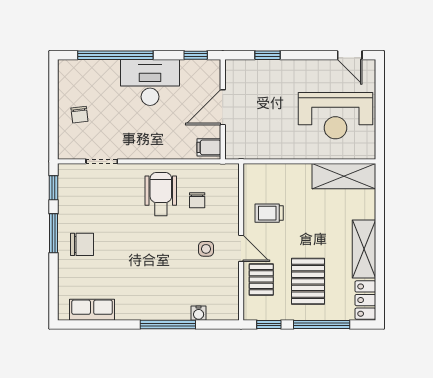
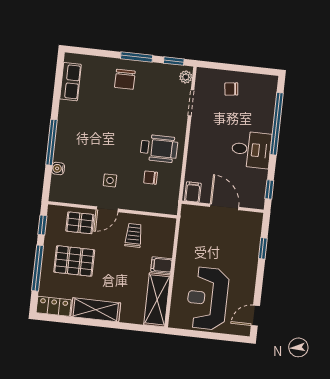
desk: (150, 82) -> (251, 150), width x0.73
plant: (71, 171) -> (186, 77), added
filing cabinet: (301, 176) -> (161, 265), added

